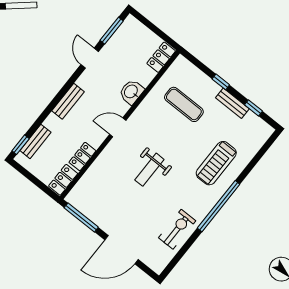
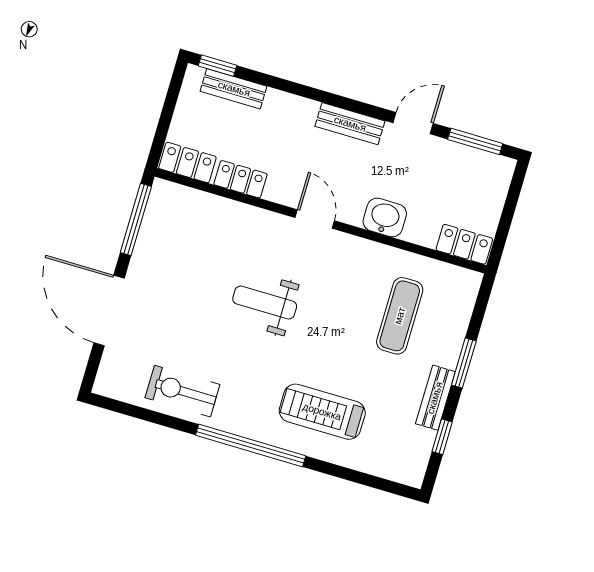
window: (221, 82) -> (464, 363), width x1.50
bench: (68, 101) -> (350, 124), moved
exercise bike: (177, 229) -> (182, 391), turned 180

